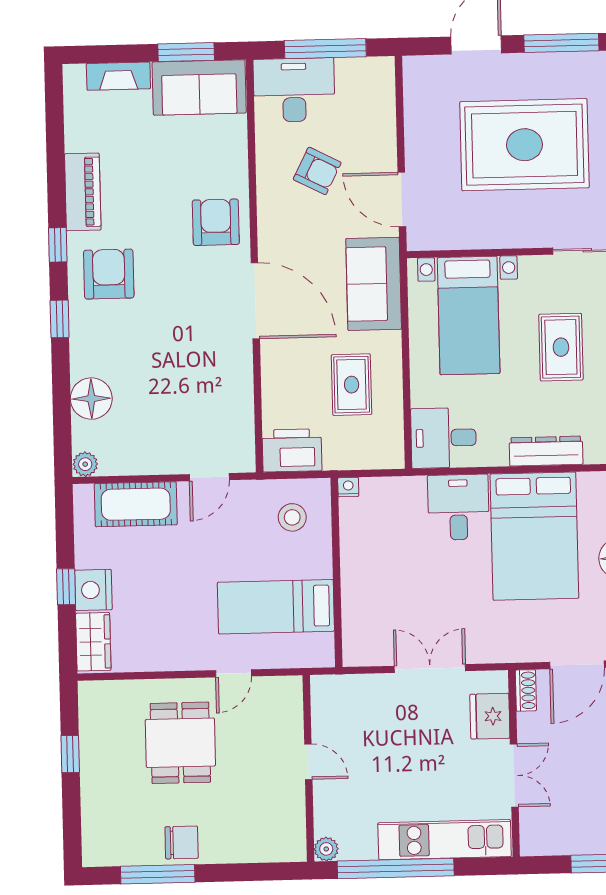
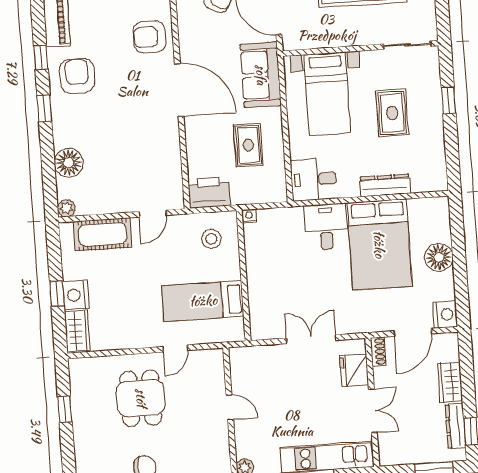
armchair: (216, 222) -> (150, 37), turned -90

